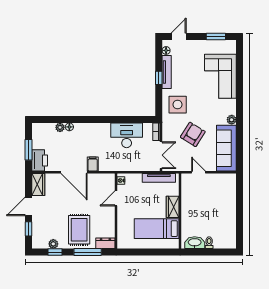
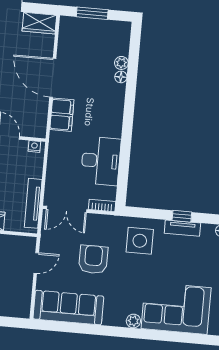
tv unit: (167, 72) -> (182, 228), width x0.71
plant: (232, 120) -> (133, 321), moved
armchair: (193, 134) -> (93, 259), turned -122
printer: (40, 160) -> (75, 28), removed
filing cabinet: (93, 164) -> (62, 115), width x2.00
door: (74, 172) -> (53, 78), hinge flipped

